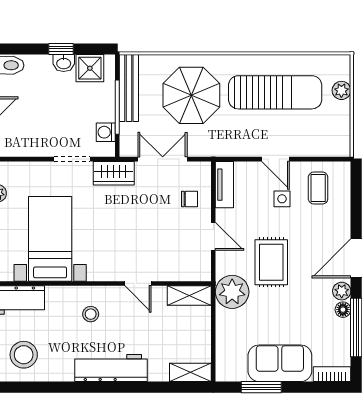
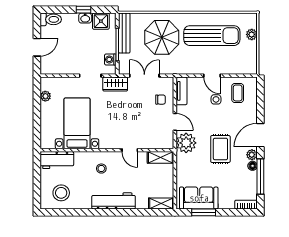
rug: (271, 262) -> (220, 149), moved
plant: (232, 292) -> (186, 143), moved
sofa: (280, 363) -> (199, 198), moved

